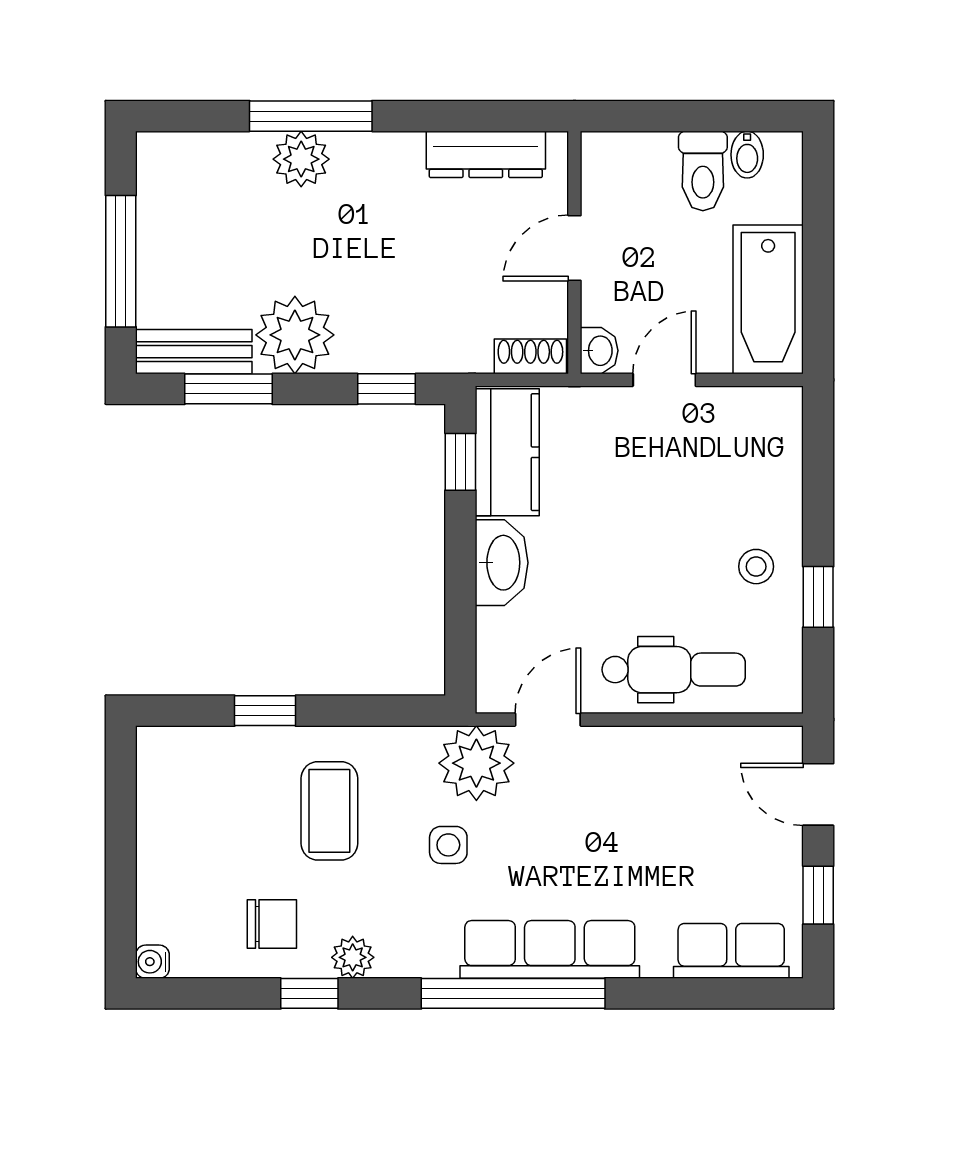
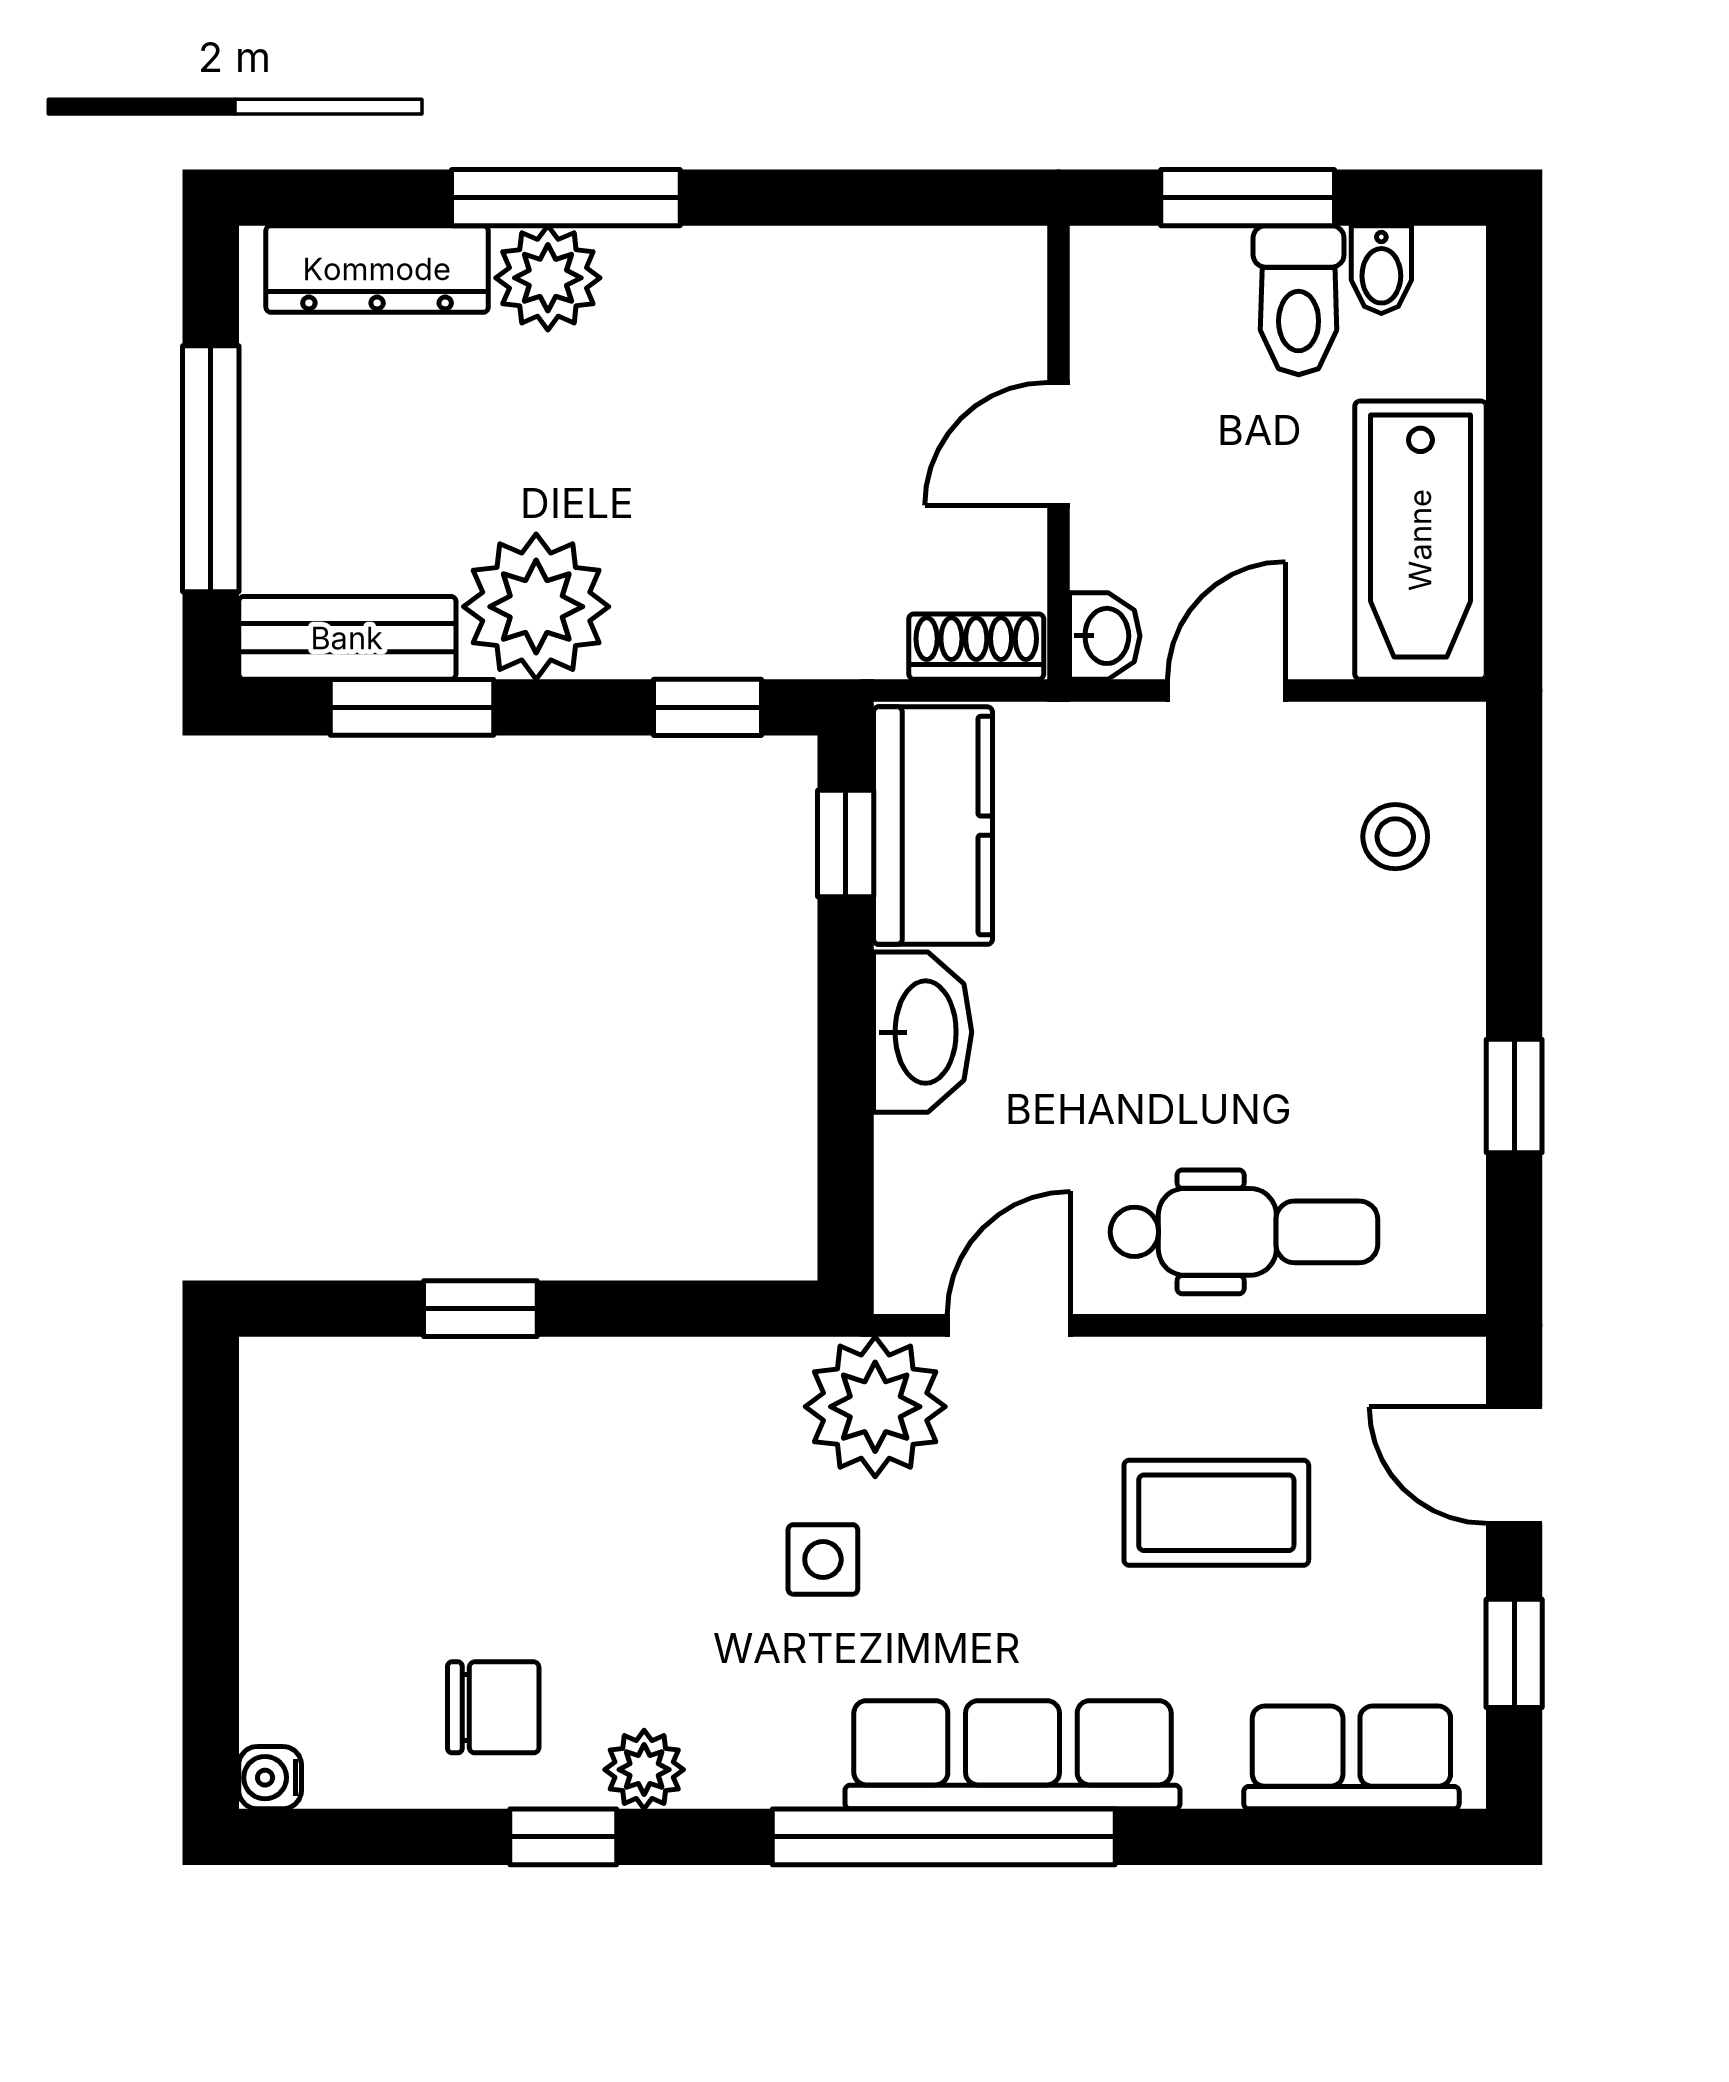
window: (676, 116) -> (1248, 198), added
dresser: (486, 154) -> (377, 269), moved
stool: (756, 567) -> (1395, 837), moved
coffee table: (329, 811) -> (1216, 1513), moved, turned 90

